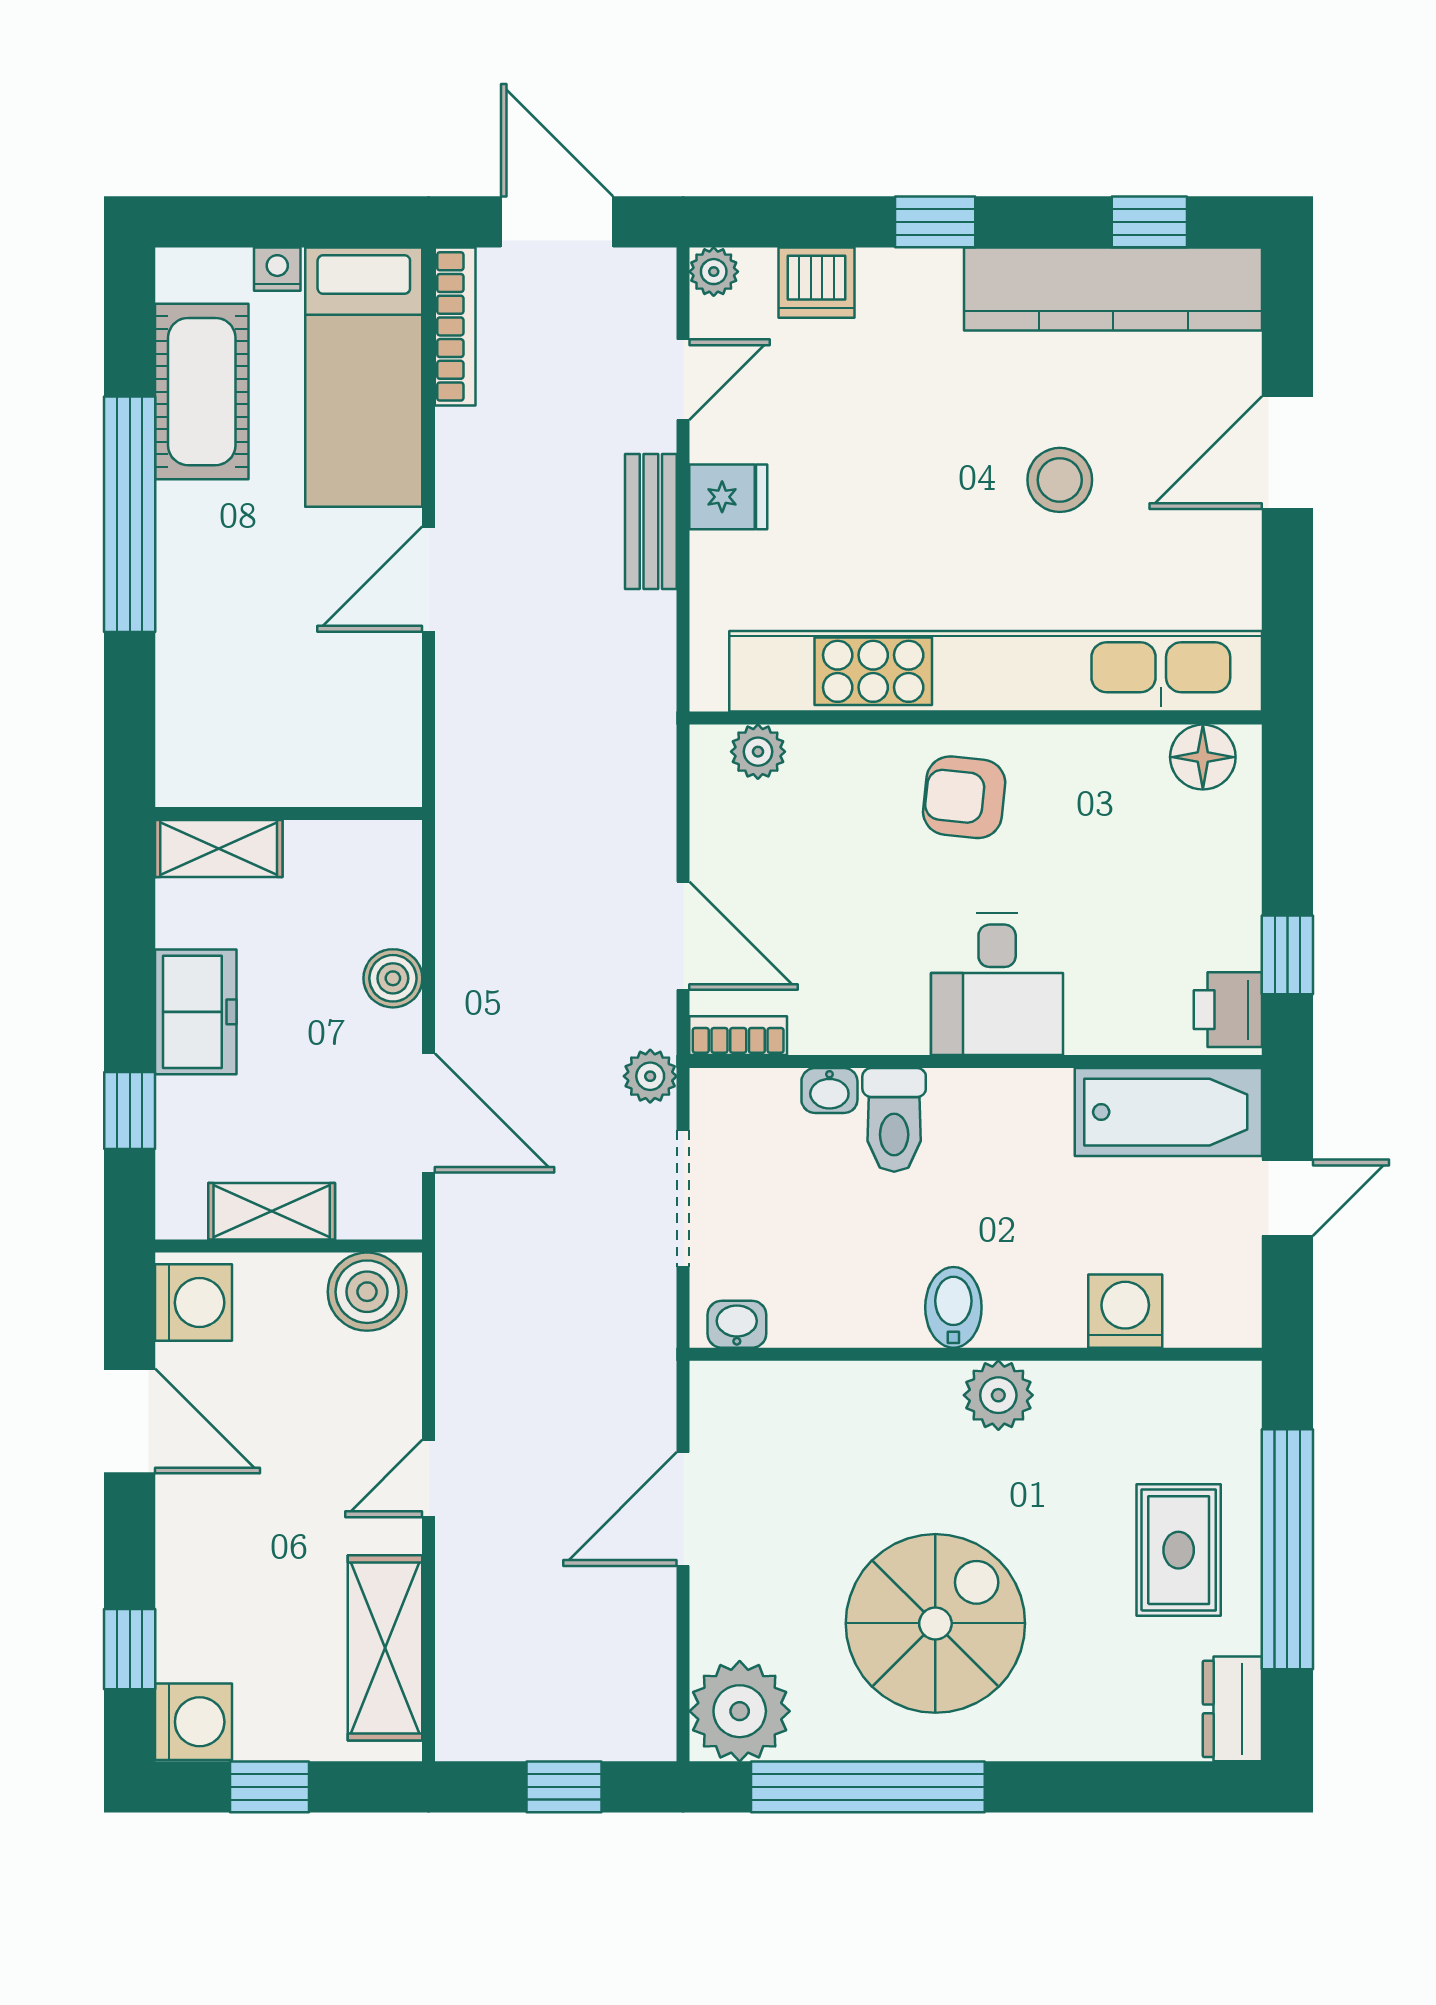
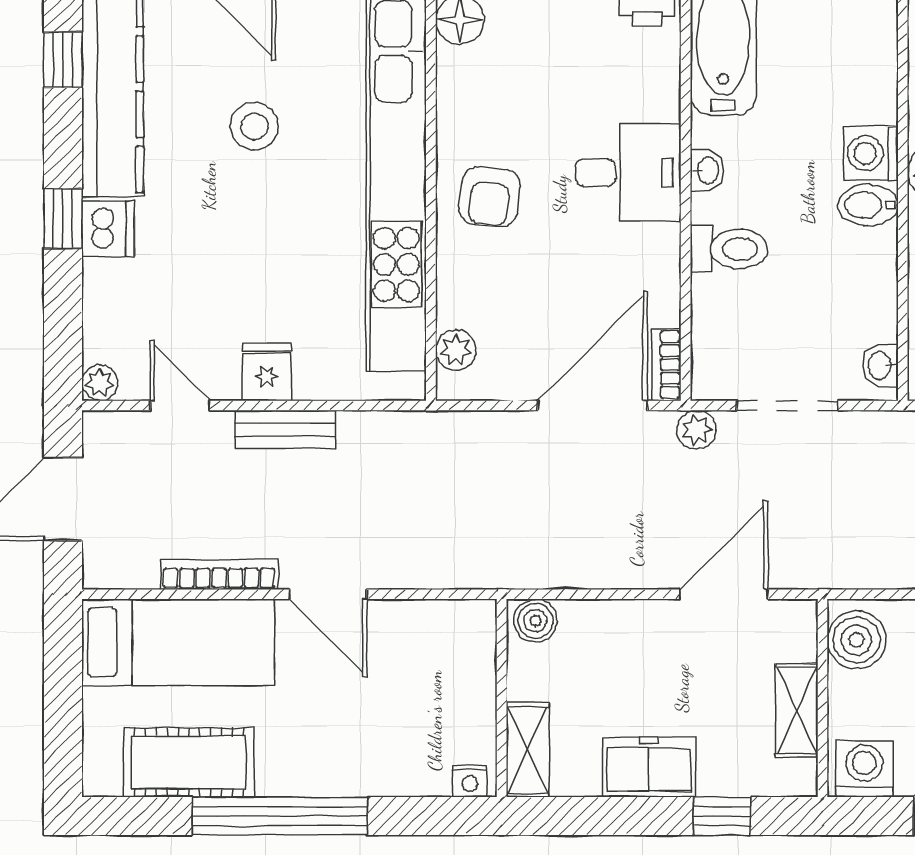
nightstand: (277, 269) -> (470, 781), moved, turned -90
dishwasher: (816, 283) -> (108, 229), moved
bookcase: (455, 326) -> (219, 575), moved
door: (683, 936) -> (592, 406), width x1.36
boiler: (393, 978) -> (535, 621), moved
washbasin: (829, 1091) -> (707, 170), moved
washing machine: (1125, 1311) -> (871, 153), moved

